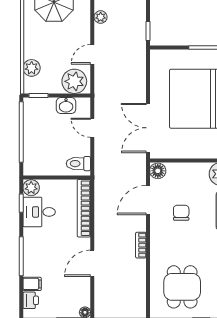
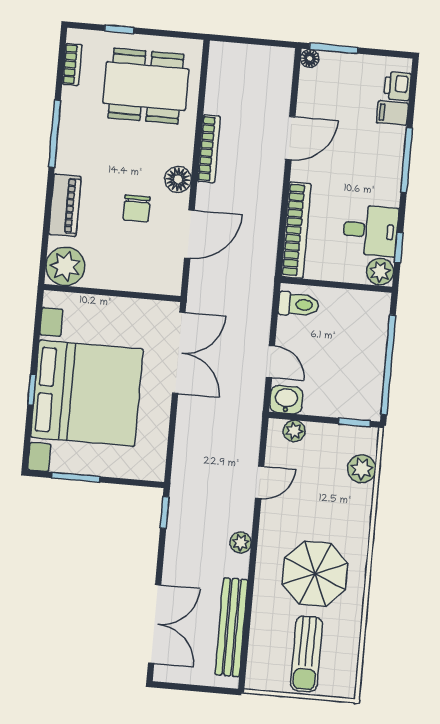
plant: (74, 81) -> (294, 431), width x0.53, depth x0.53
washbasin: (66, 106) -> (286, 400), moved
floor lamp: (158, 171) -> (178, 179), moved
bookcase: (141, 245) -> (209, 149), width x1.56
dining table: (182, 287) -> (146, 86), width x1.38

